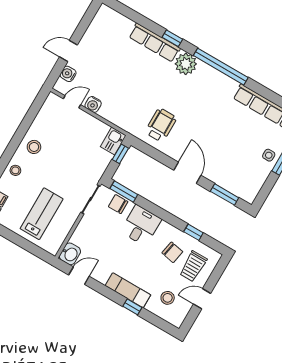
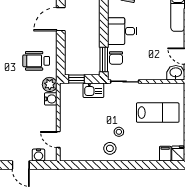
water cooler: (93, 104) -> (51, 99), moved
plant: (130, 125) -> (50, 84), added
kitchen sink: (113, 141) -> (93, 90), moved
stool: (15, 170) -> (119, 132), moved
lab bench: (42, 214) -> (158, 113), turned 180

